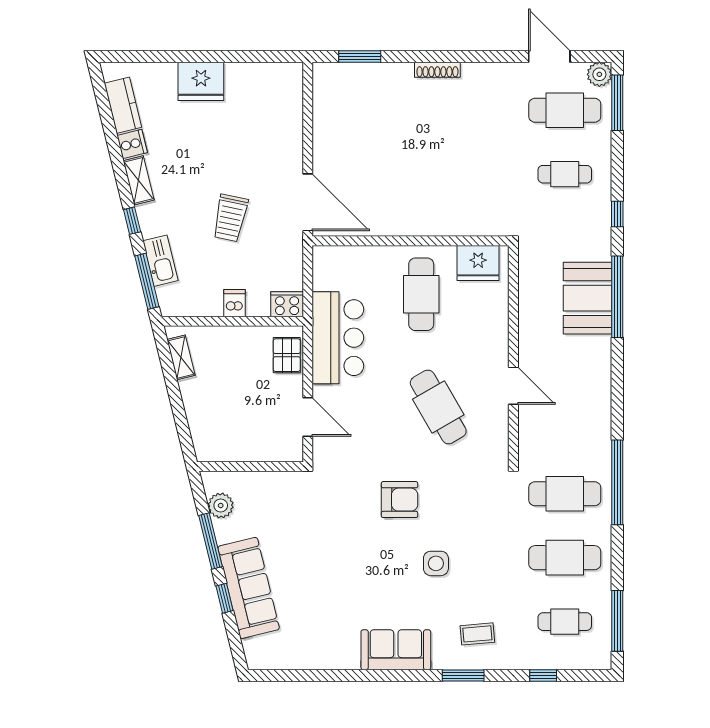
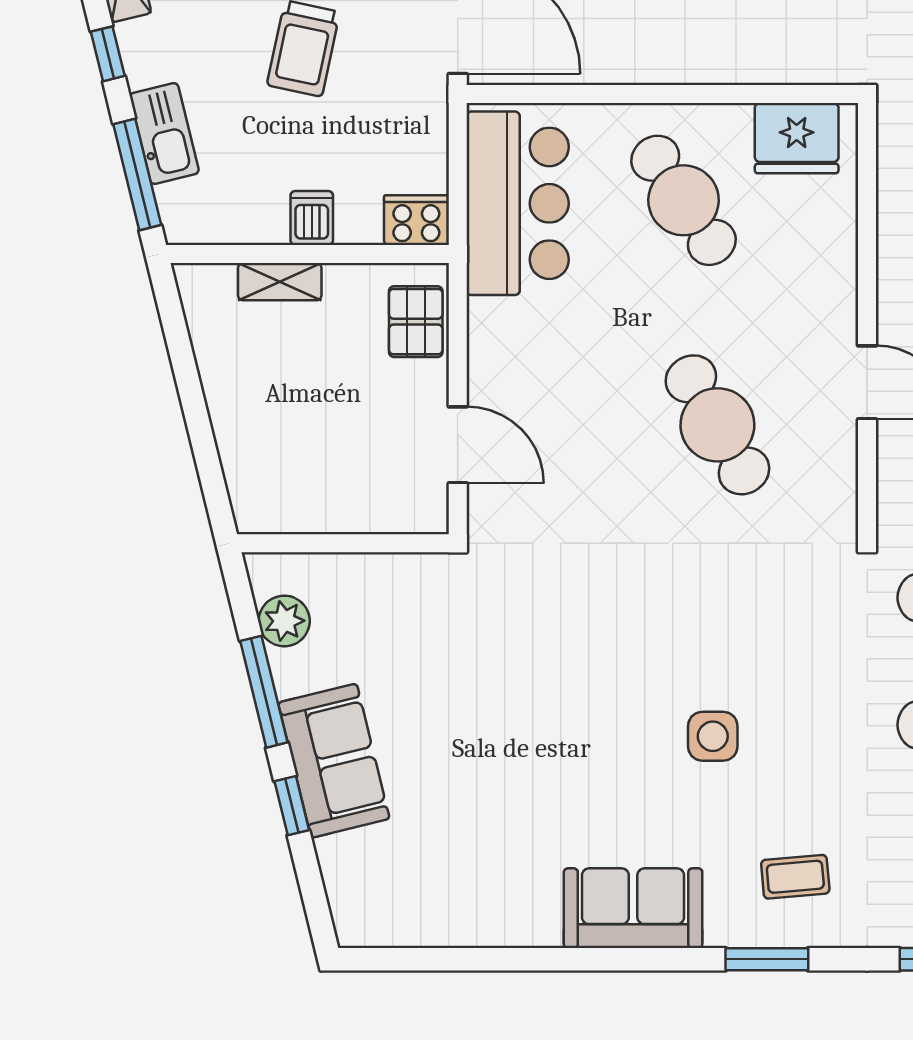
cafe table: (421, 294) -> (684, 200), turned -34
bar counter: (338, 338) -> (518, 203), moved
shelving: (181, 357) -> (280, 282), moved, turned -76
armchair: (400, 500) -> (640, 609), removed
sofa: (249, 588) -> (334, 761), width x0.73

